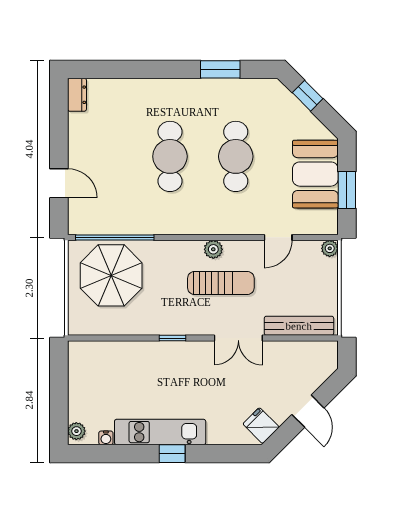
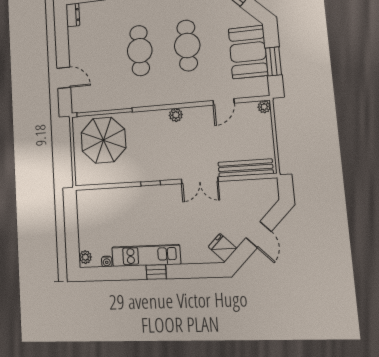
sun lounger: (221, 283) -> (183, 140), removed

